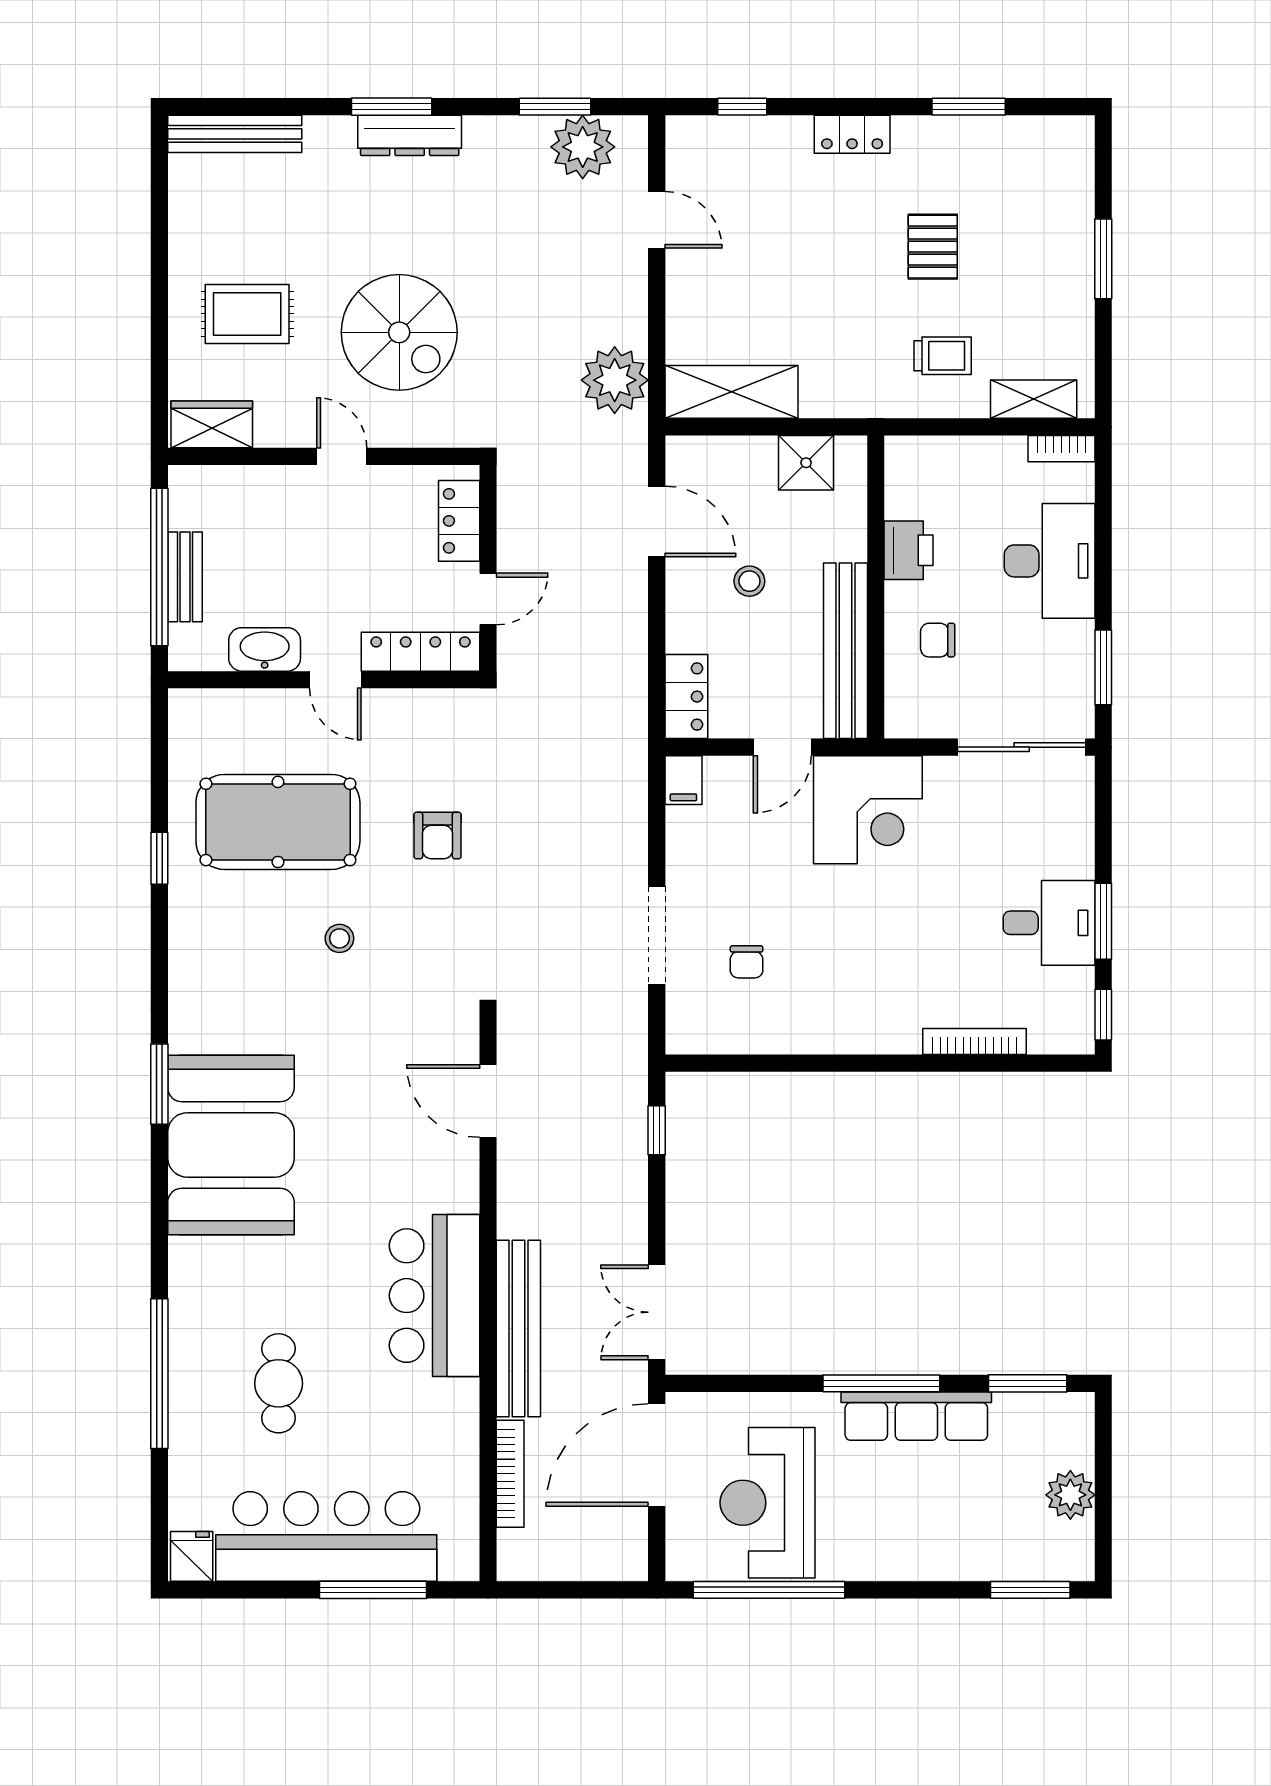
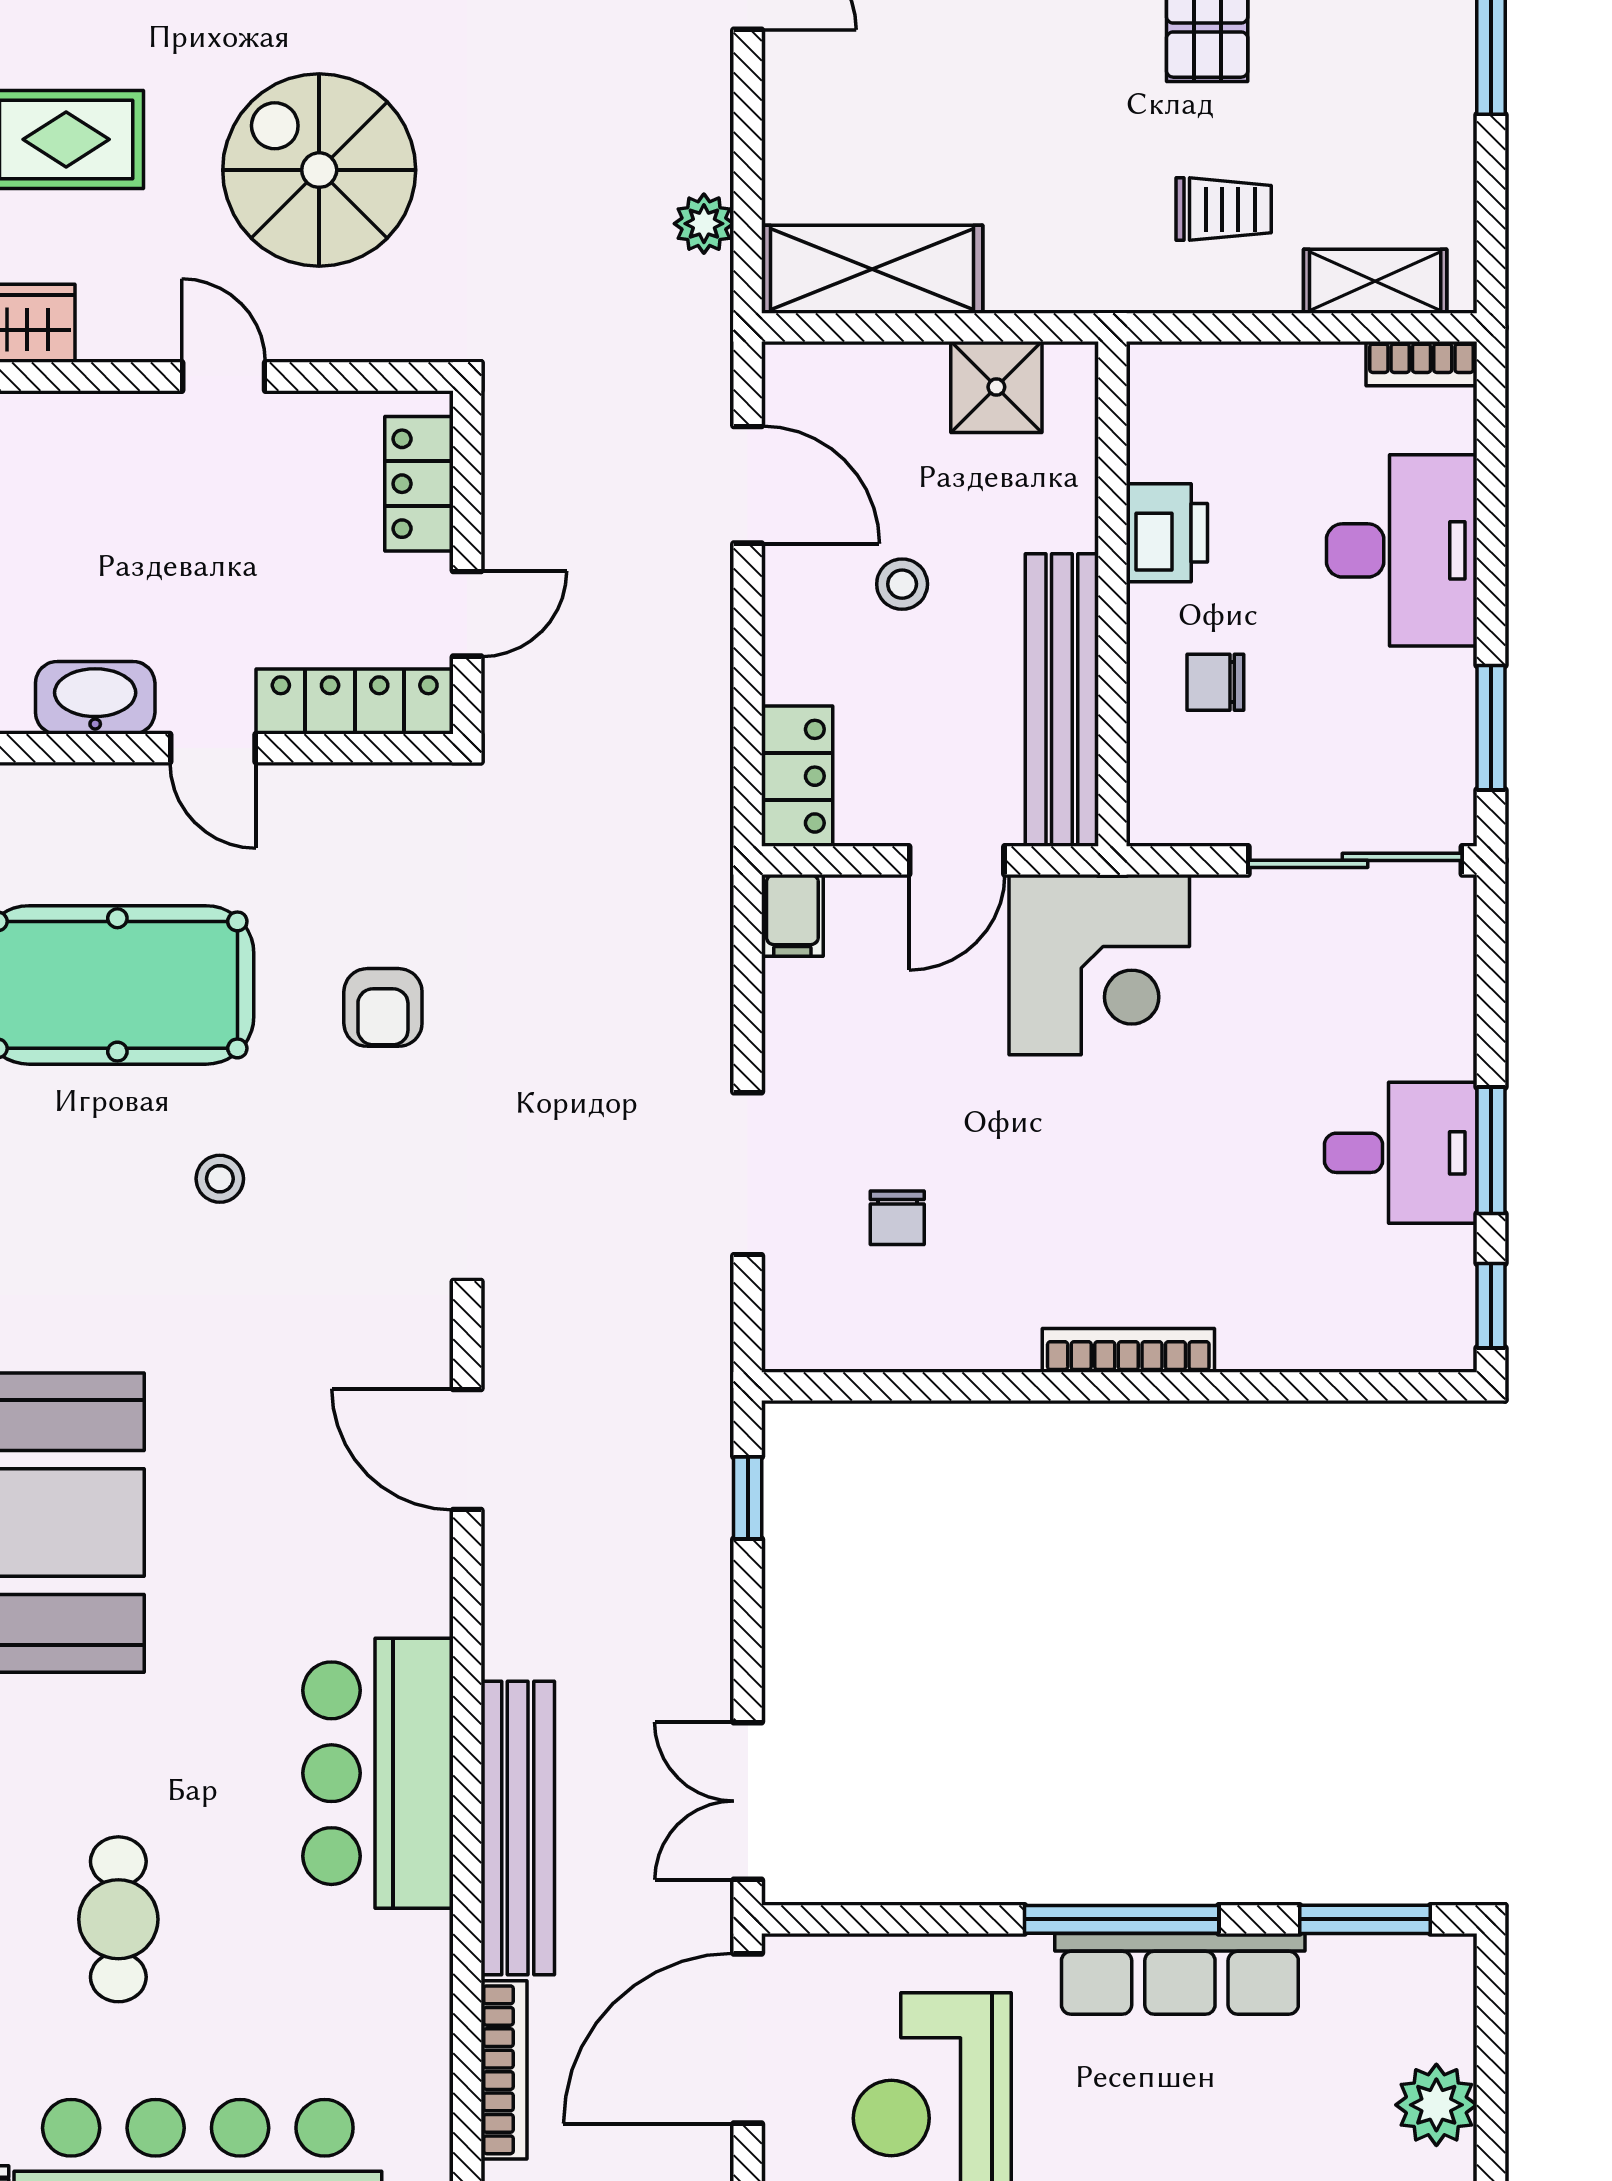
spiral stairs: (399, 332) -> (319, 170), turned 180
plant: (615, 380) -> (704, 224), width x0.53, depth x0.53
bookcase: (974, 1042) -> (1128, 1350), moved

